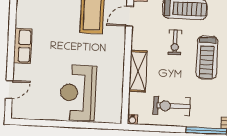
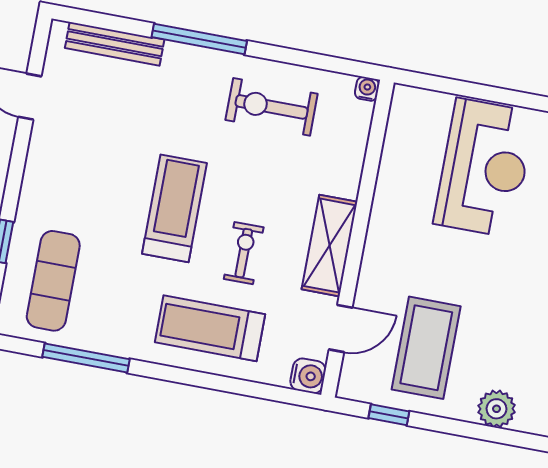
shelving: (138, 71) -> (330, 246), moved
exercise bike: (172, 106) -> (272, 107), turned 180

